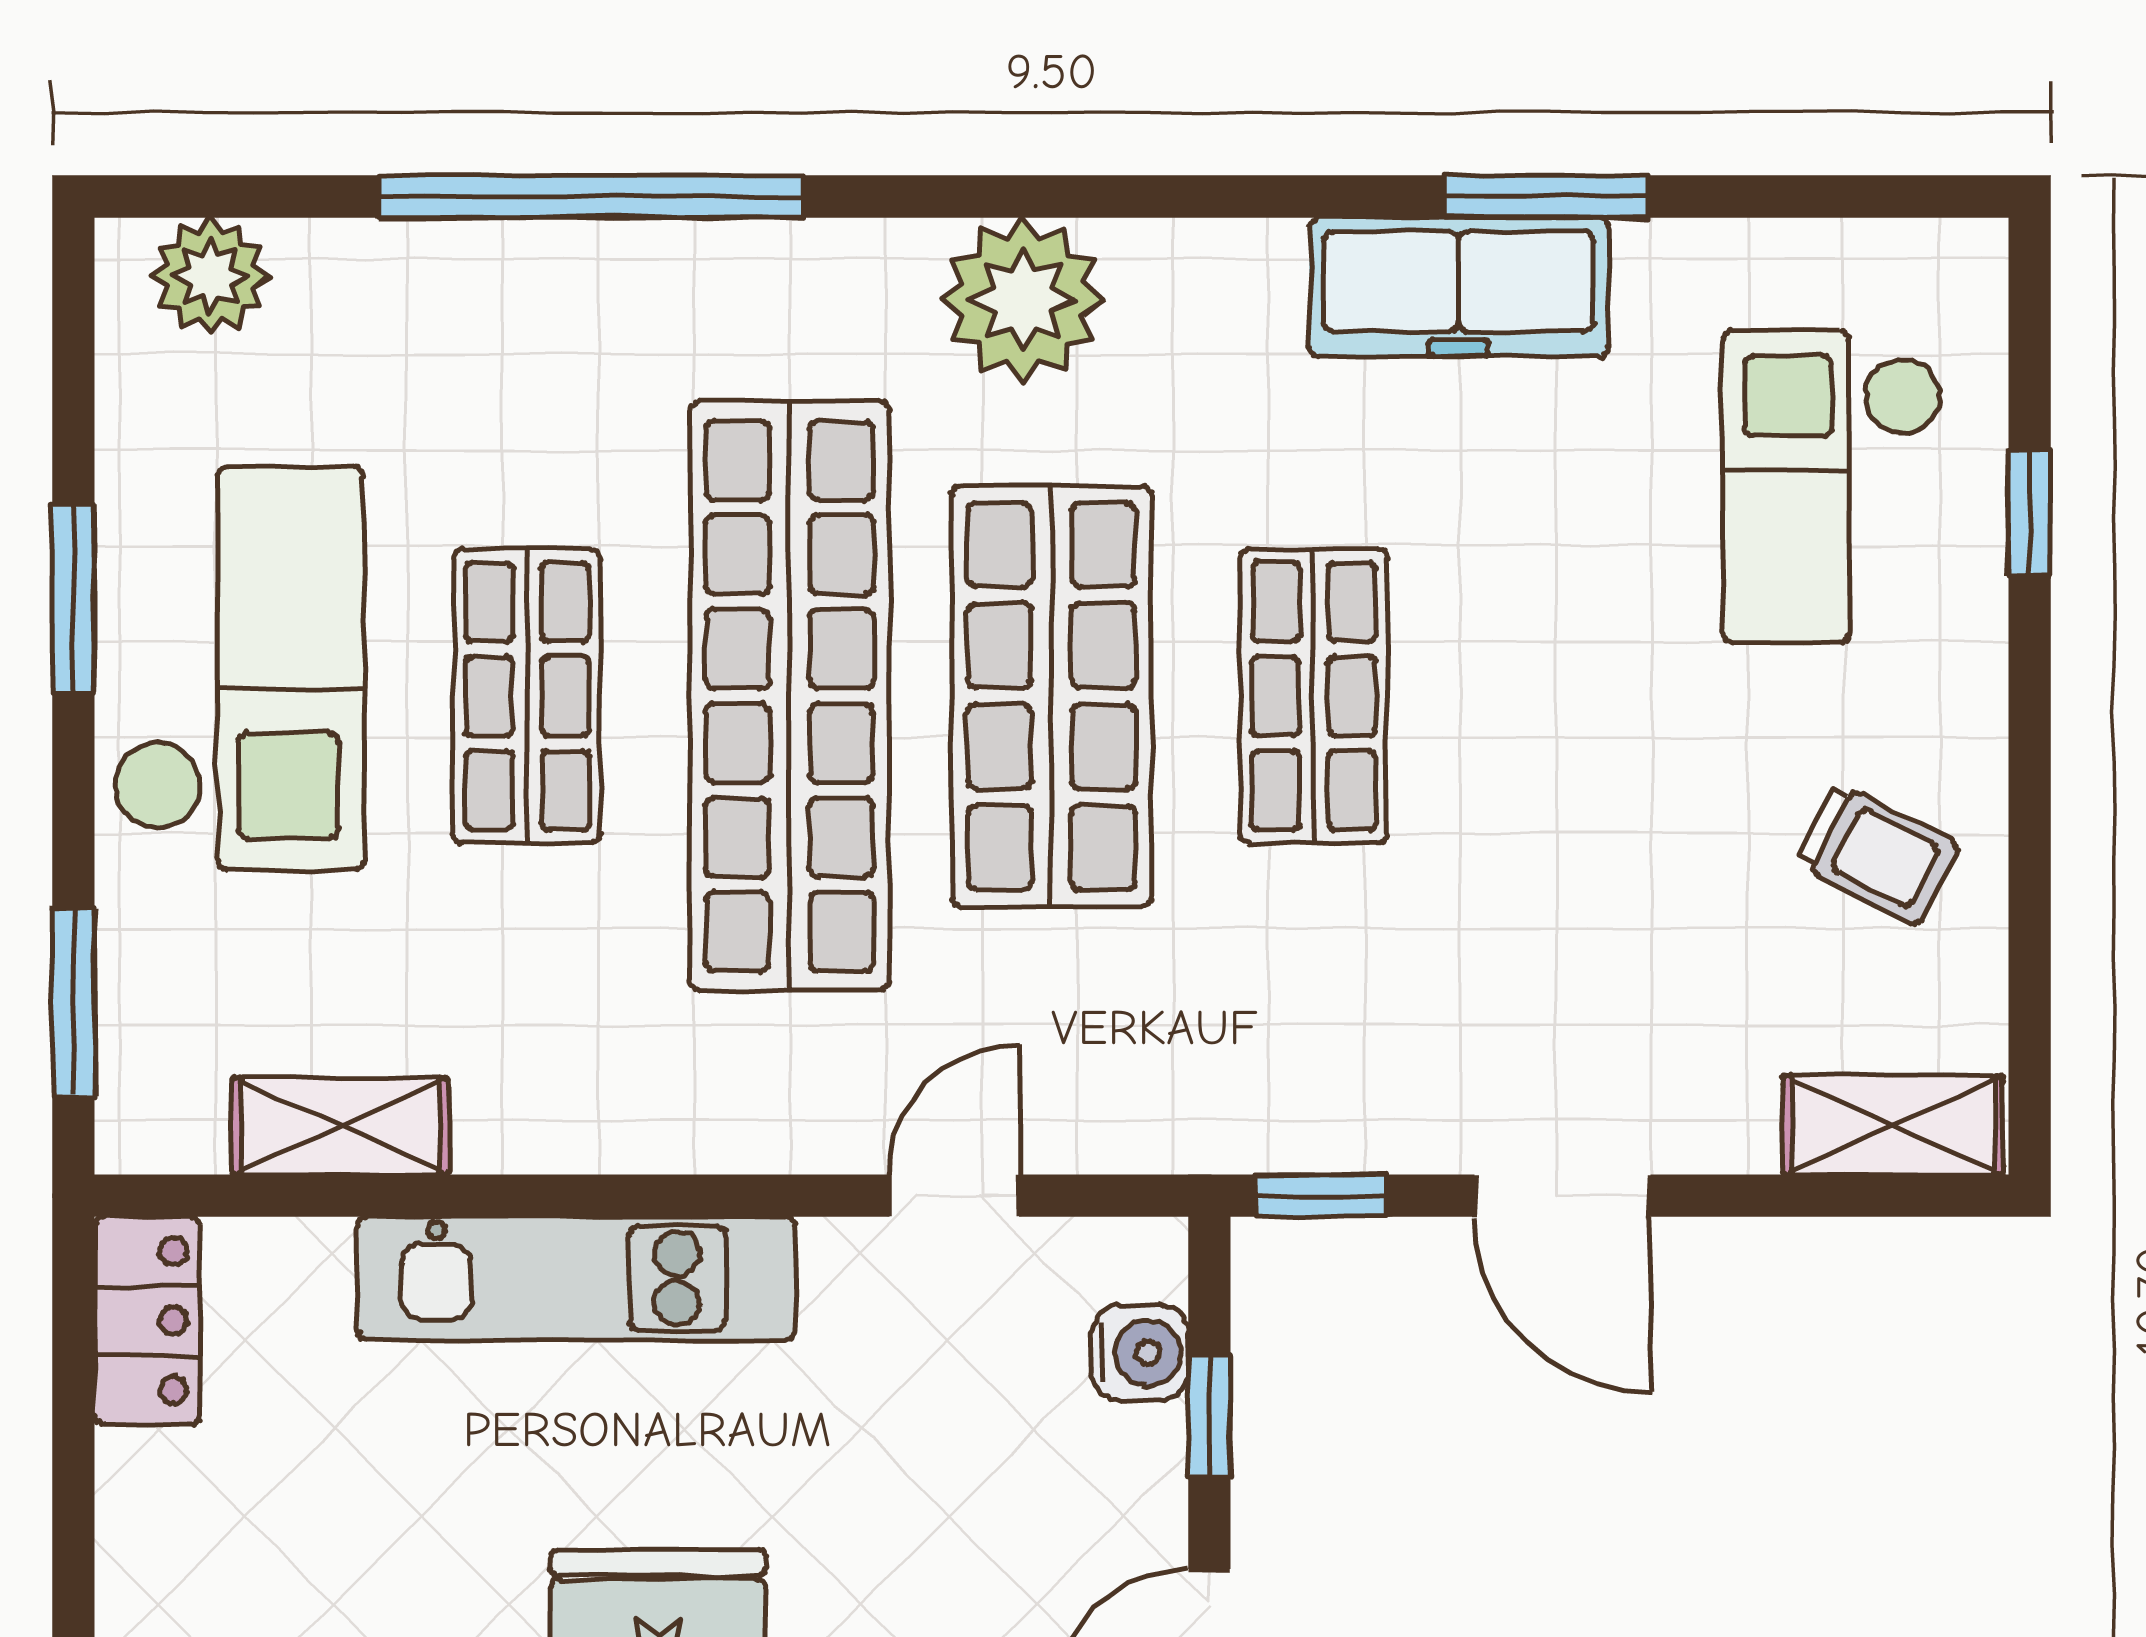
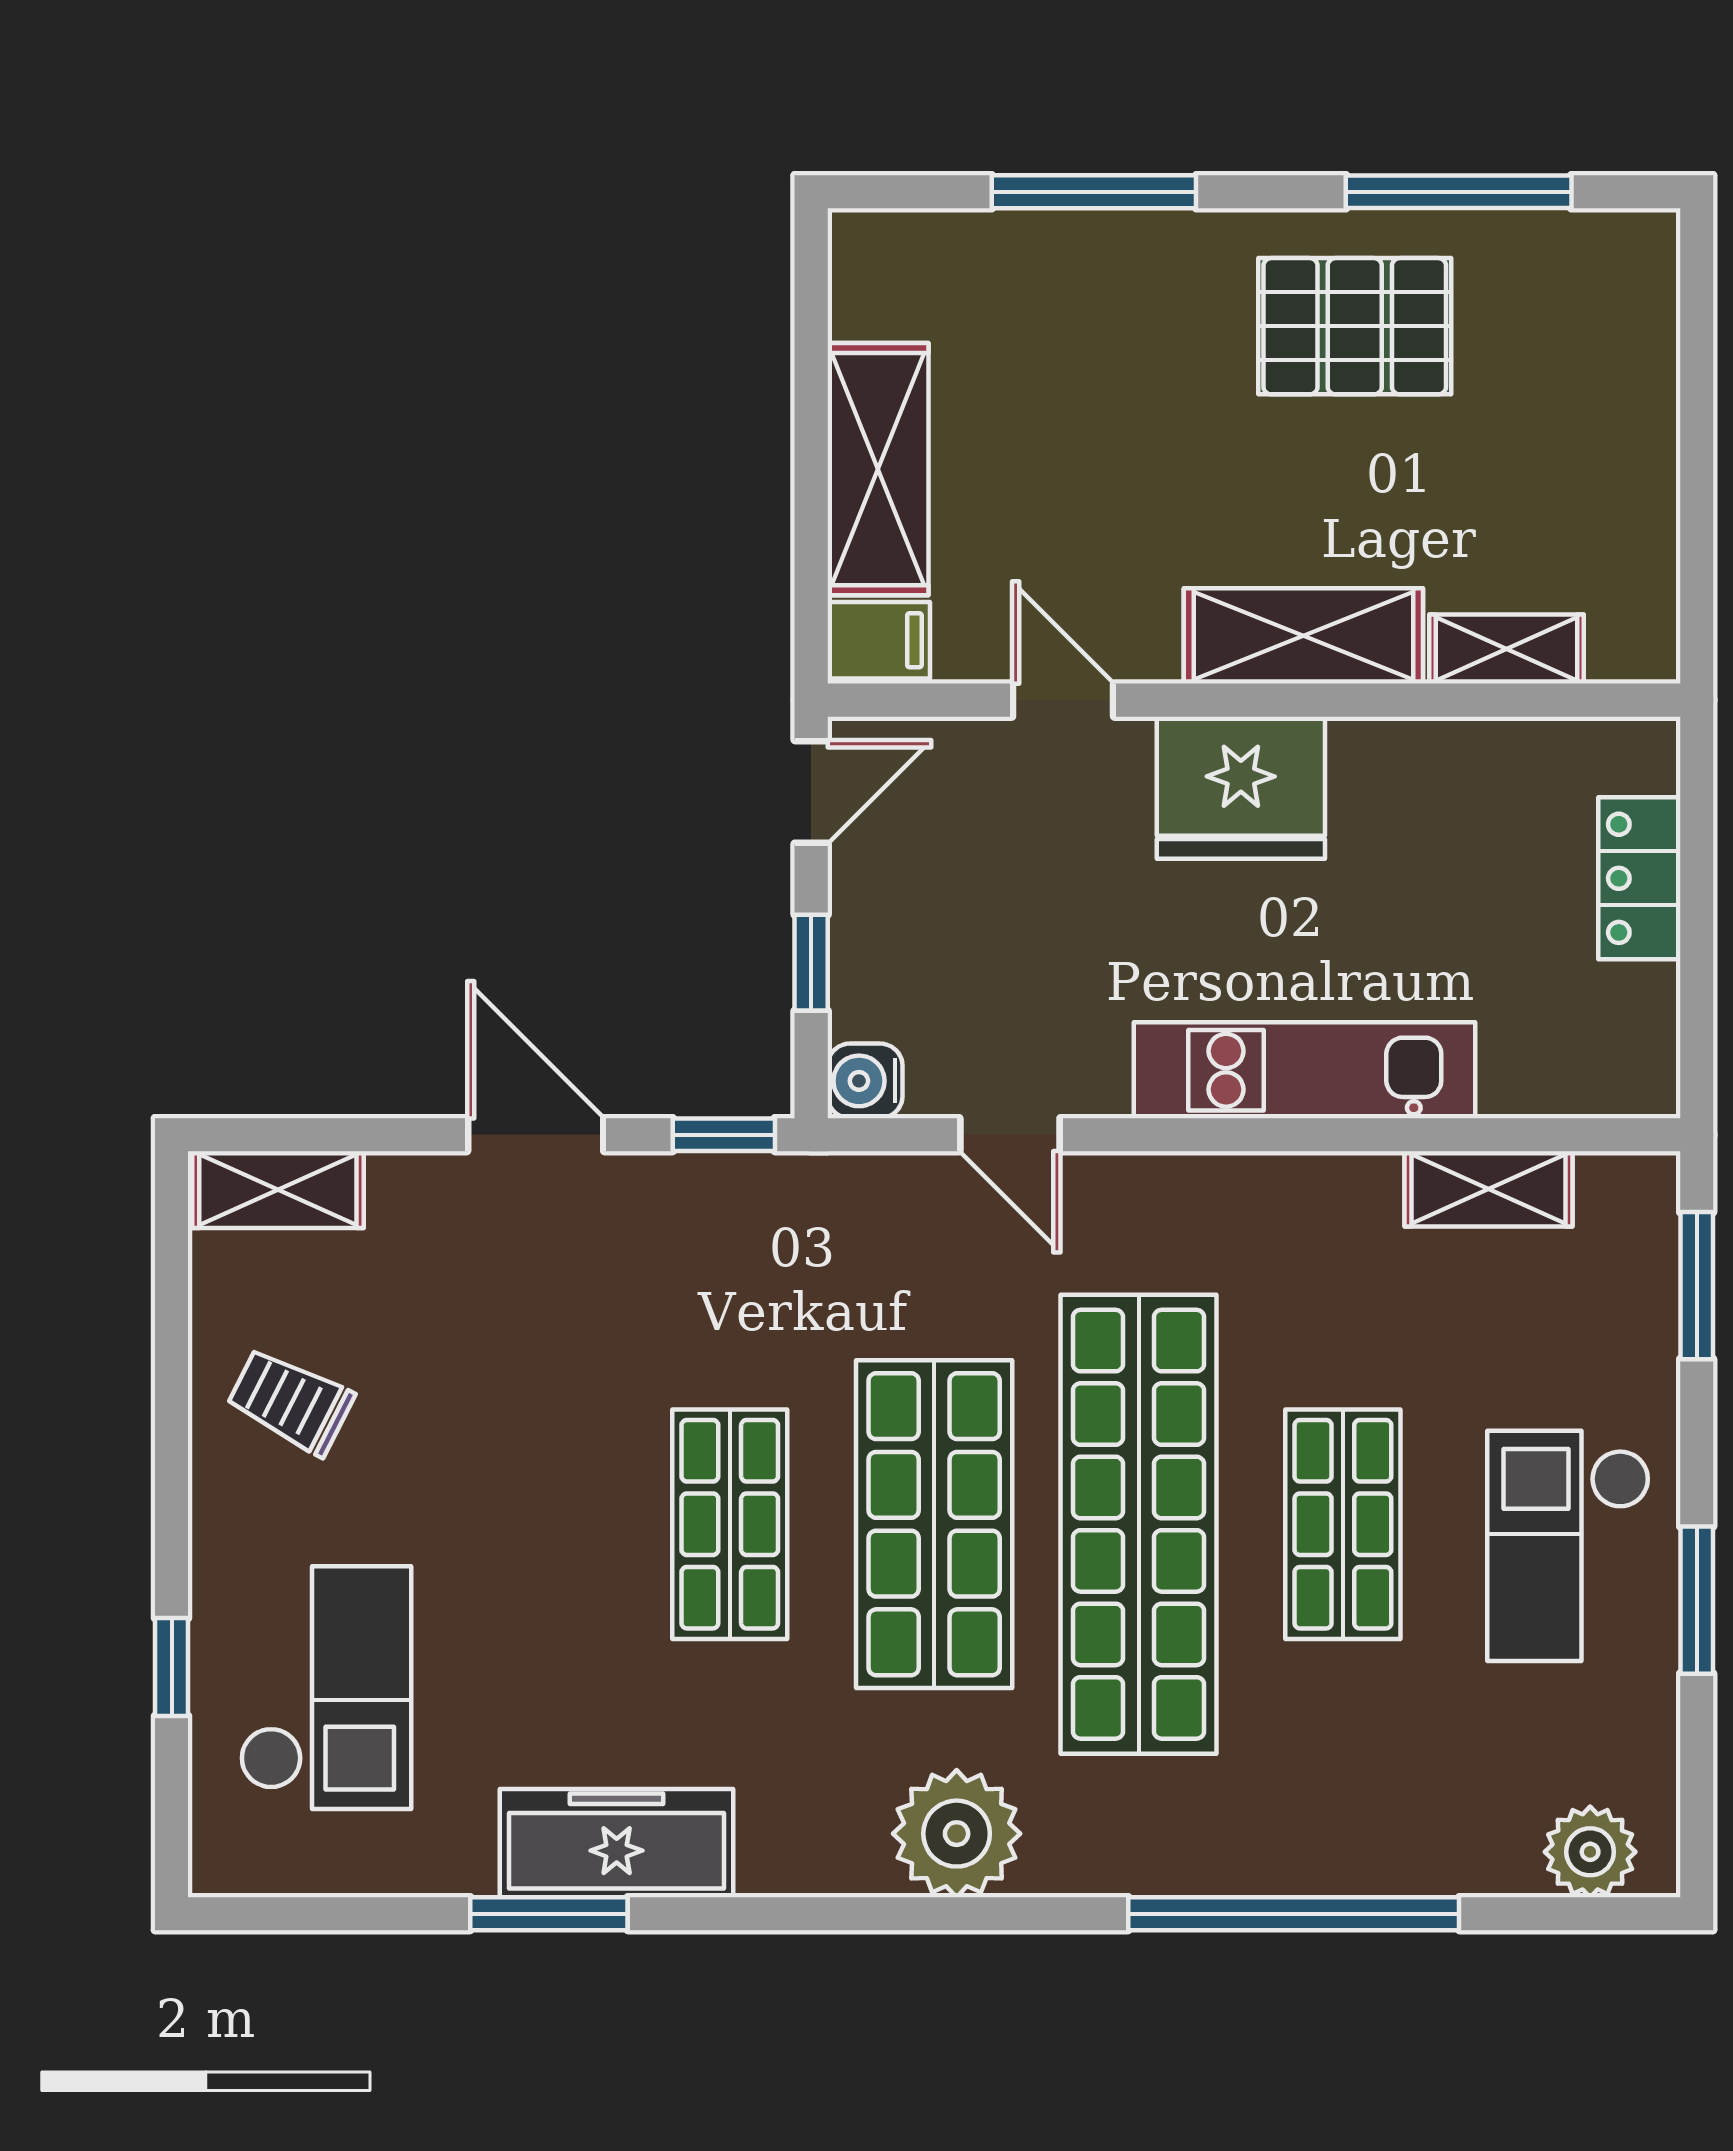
checkout: (238, 668) -> (1568, 1546), width x0.73, depth x0.83
door: (954, 1196) -> (1010, 1135), hinge flipped
locker: (147, 1321) -> (1639, 878), moved
water cooler: (1140, 1353) -> (865, 1081), moved

